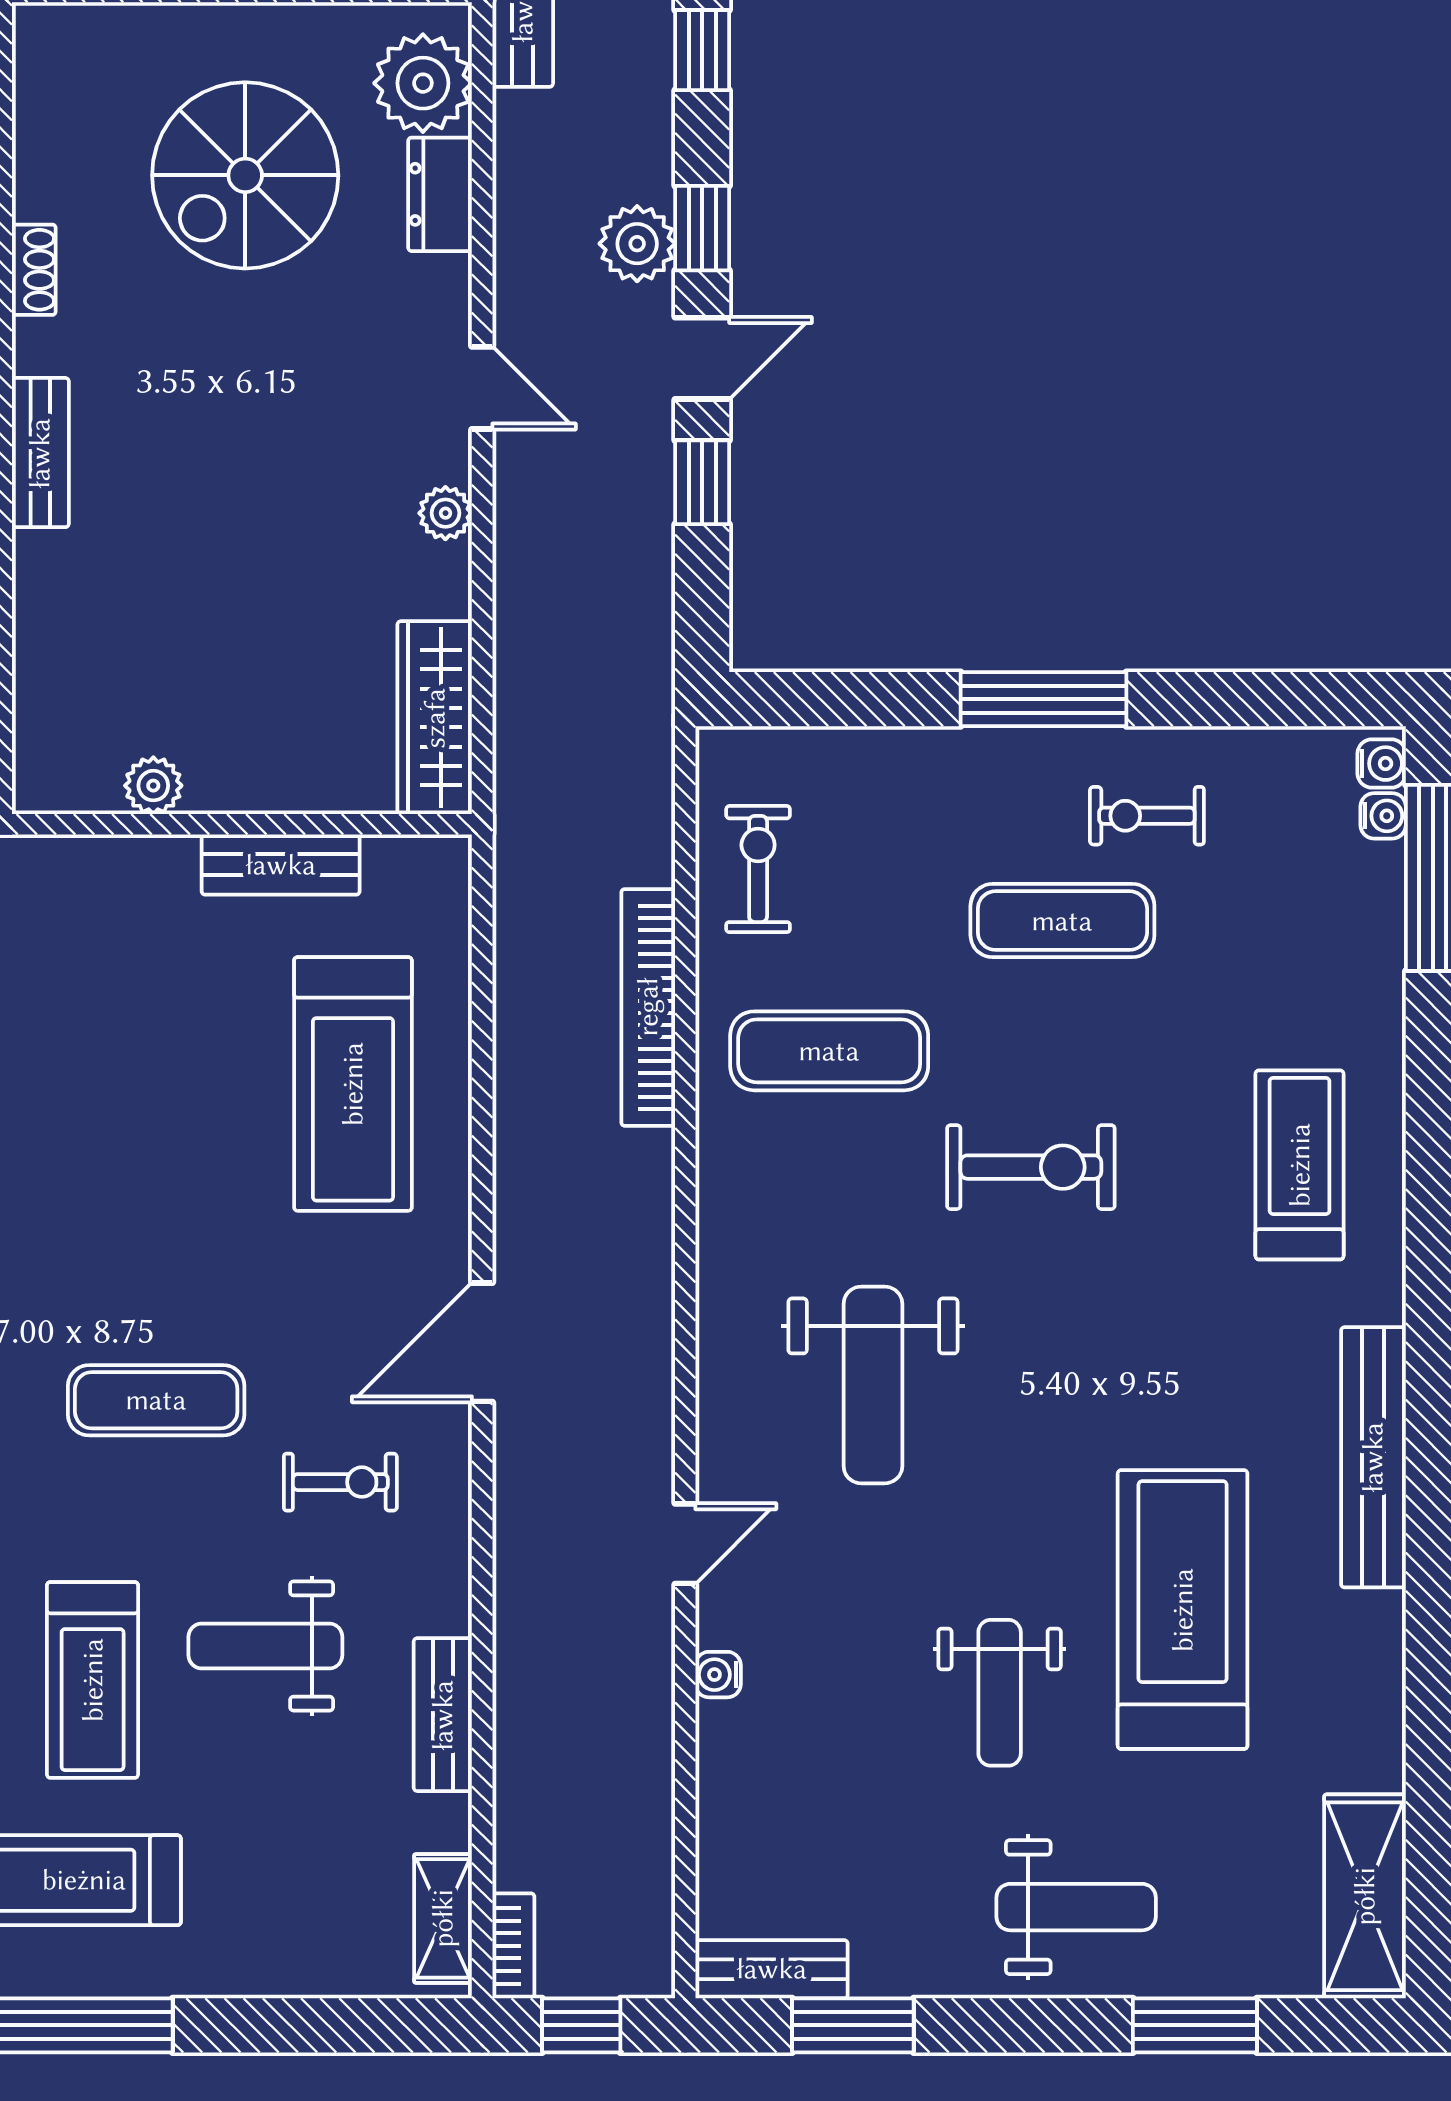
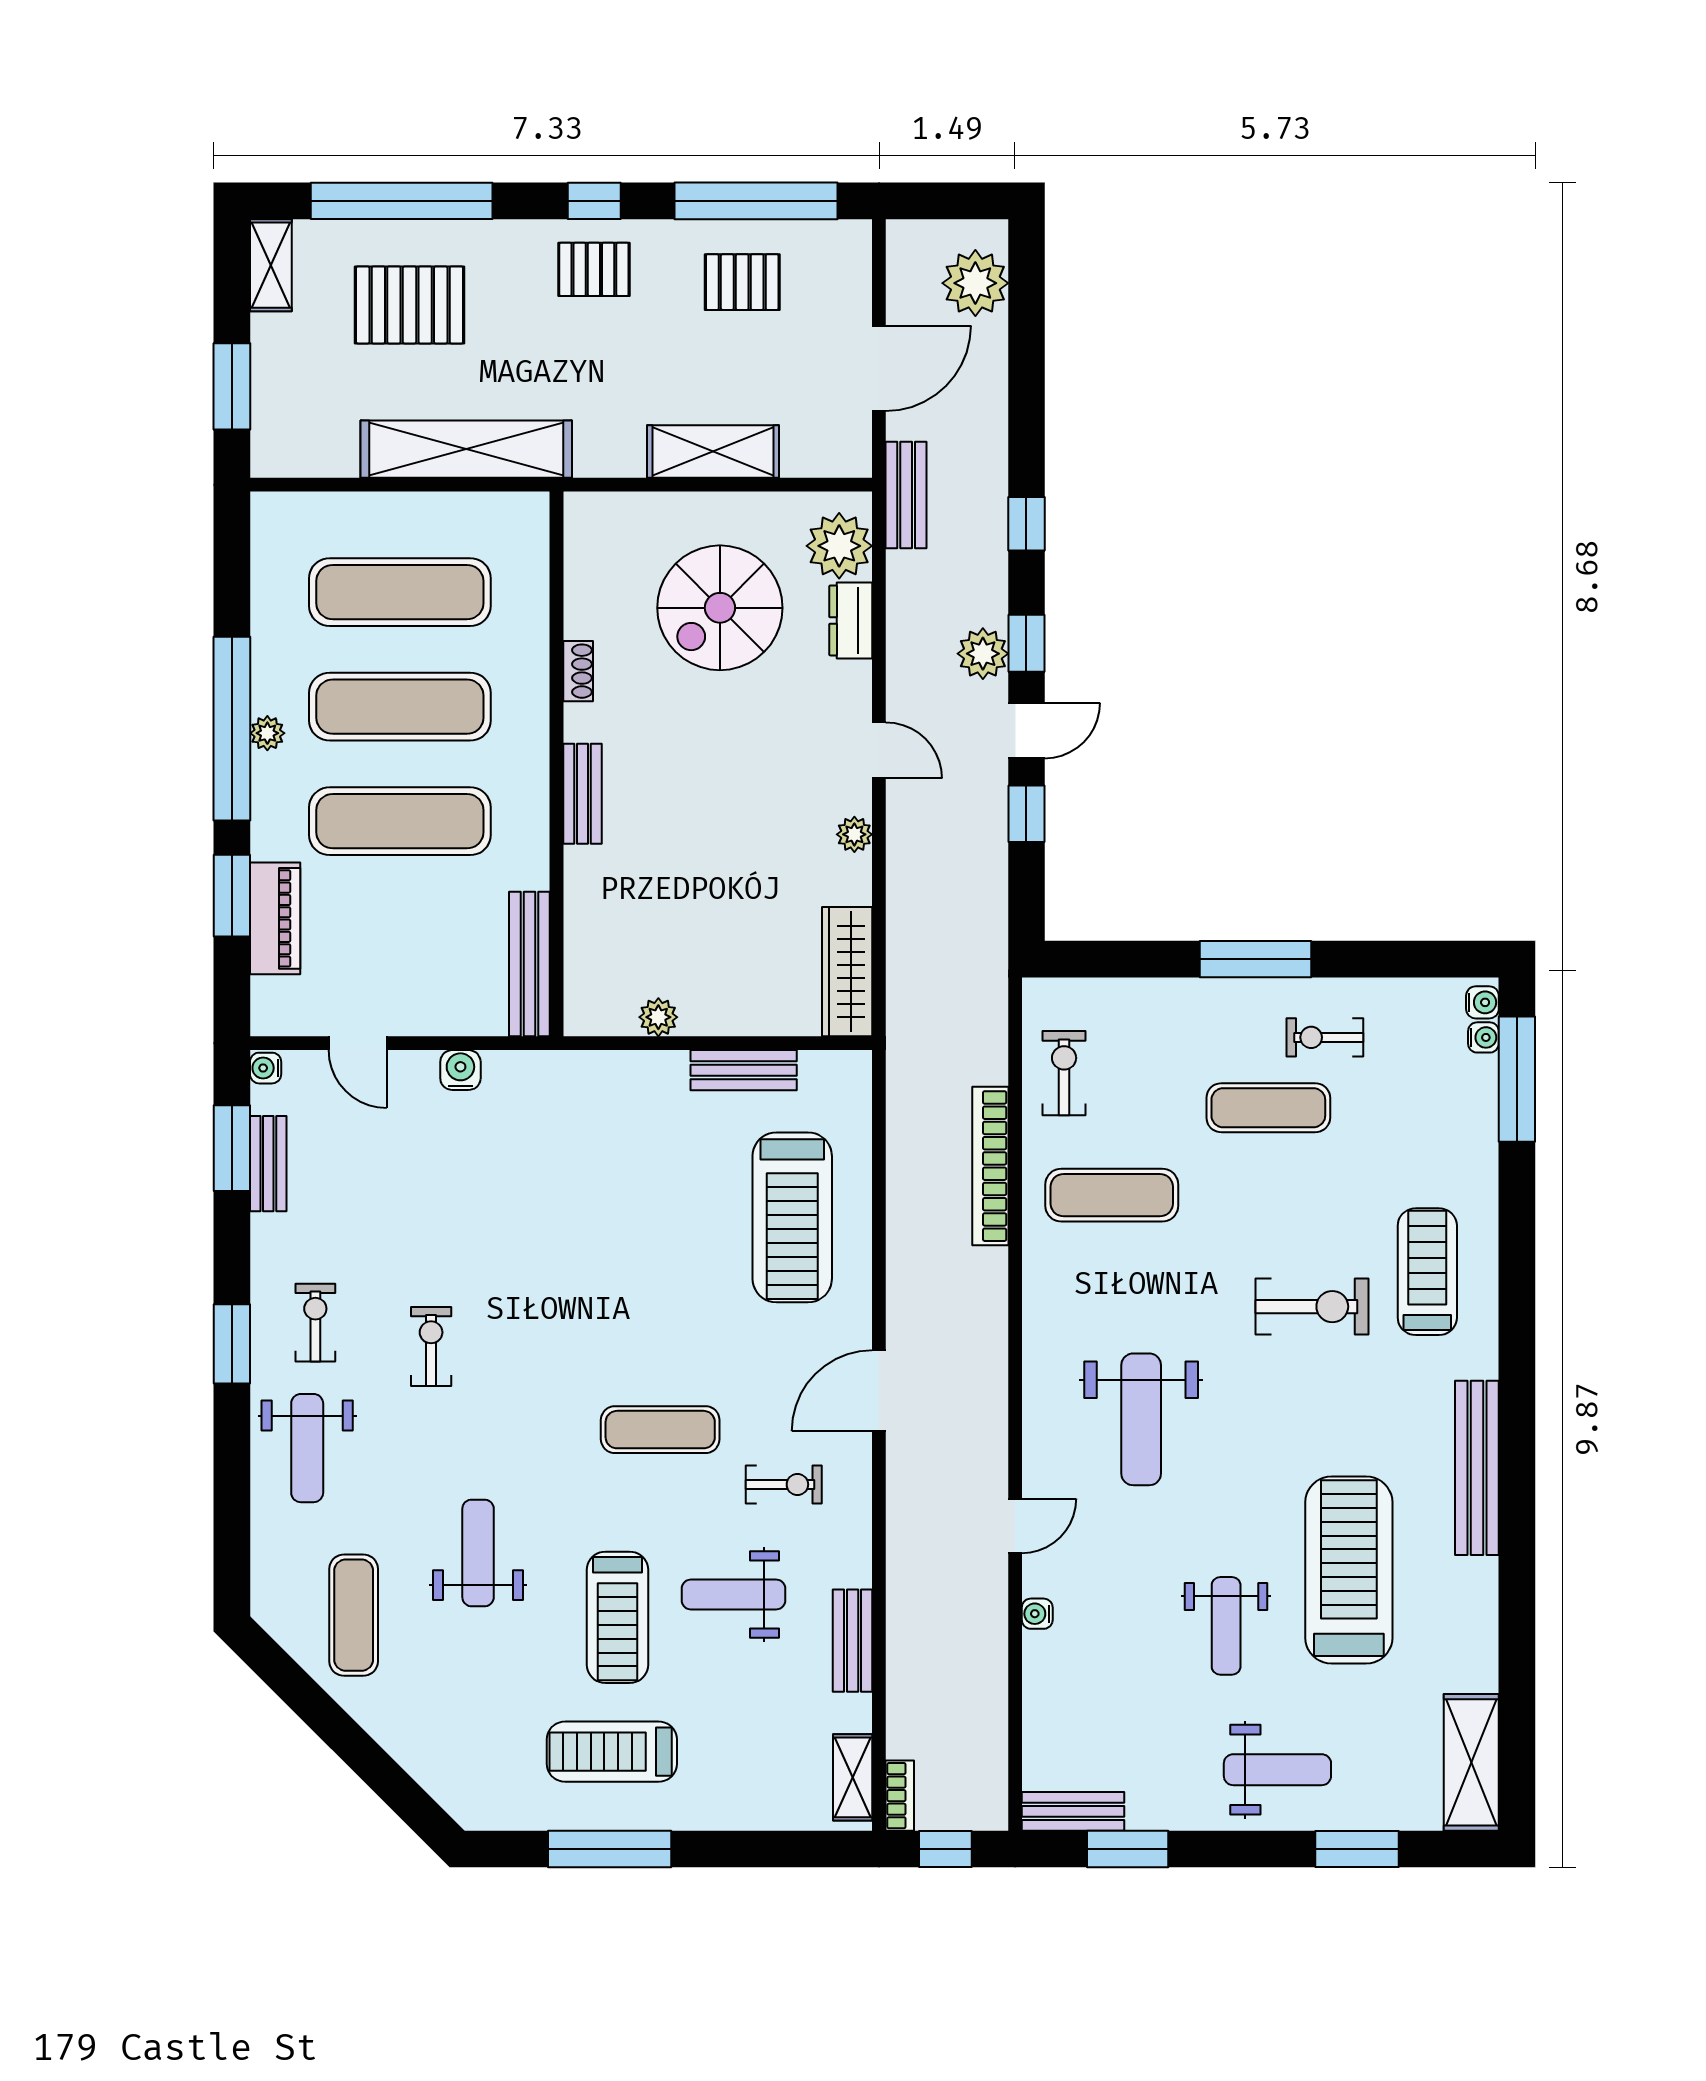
exercise bike: (1031, 1167) -> (1312, 1307), moved

